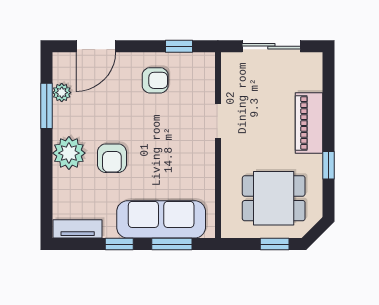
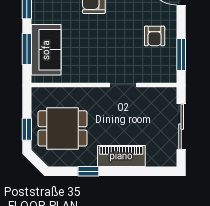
window: (179, 46) -> (181, 55), width x1.50
dining table: (274, 198) -> (63, 128), turned 90
sofa: (161, 219) -> (46, 50), width x0.73

